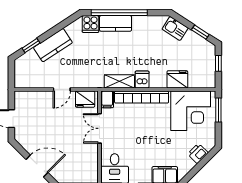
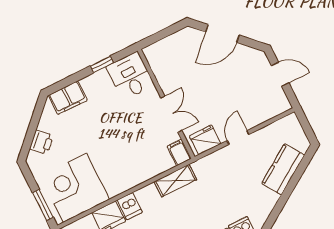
kitchen counter: (53, 45) -> (283, 169), moved
window: (31, 46) -> (300, 171), removed
dishwasher: (142, 80) -> (130, 206), moved
bookcase: (142, 97) -> (140, 175), removed

